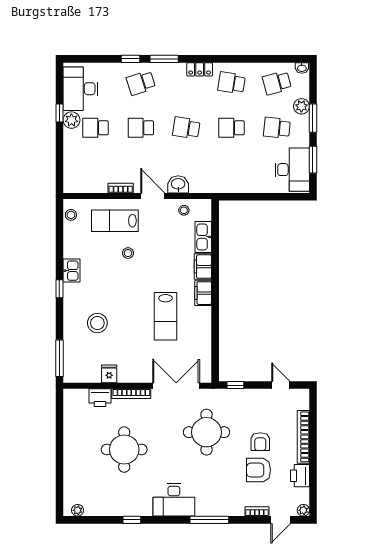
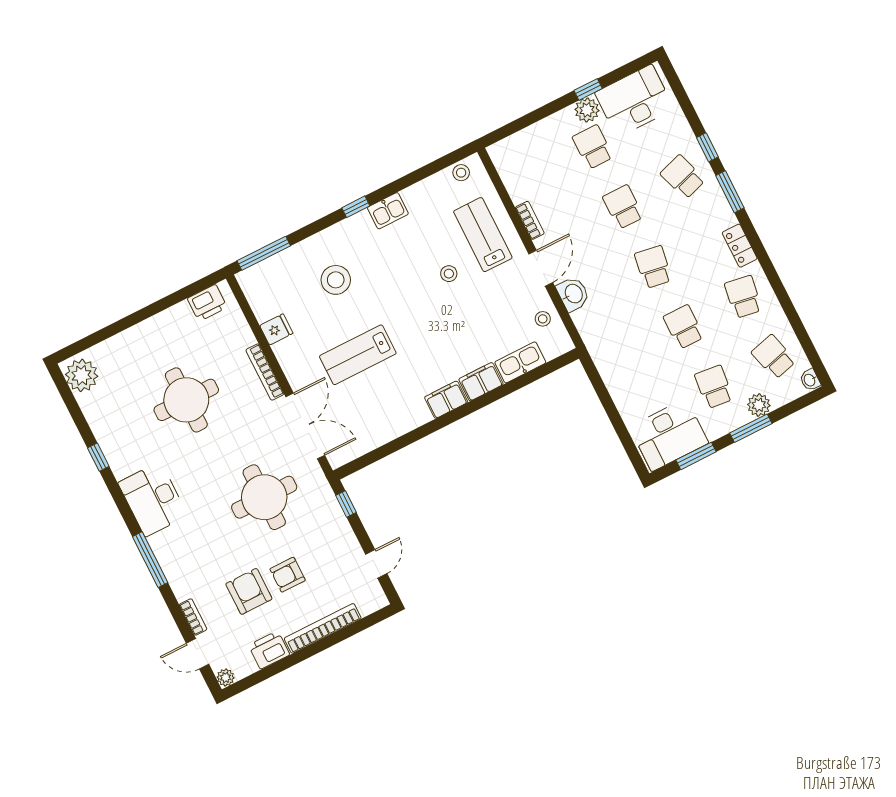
lab bench: (165, 316) -> (358, 355), moved
printer: (100, 398) -> (207, 303), moved, turned -90
plant: (78, 510) -> (82, 375), width x1.87, depth x1.87

